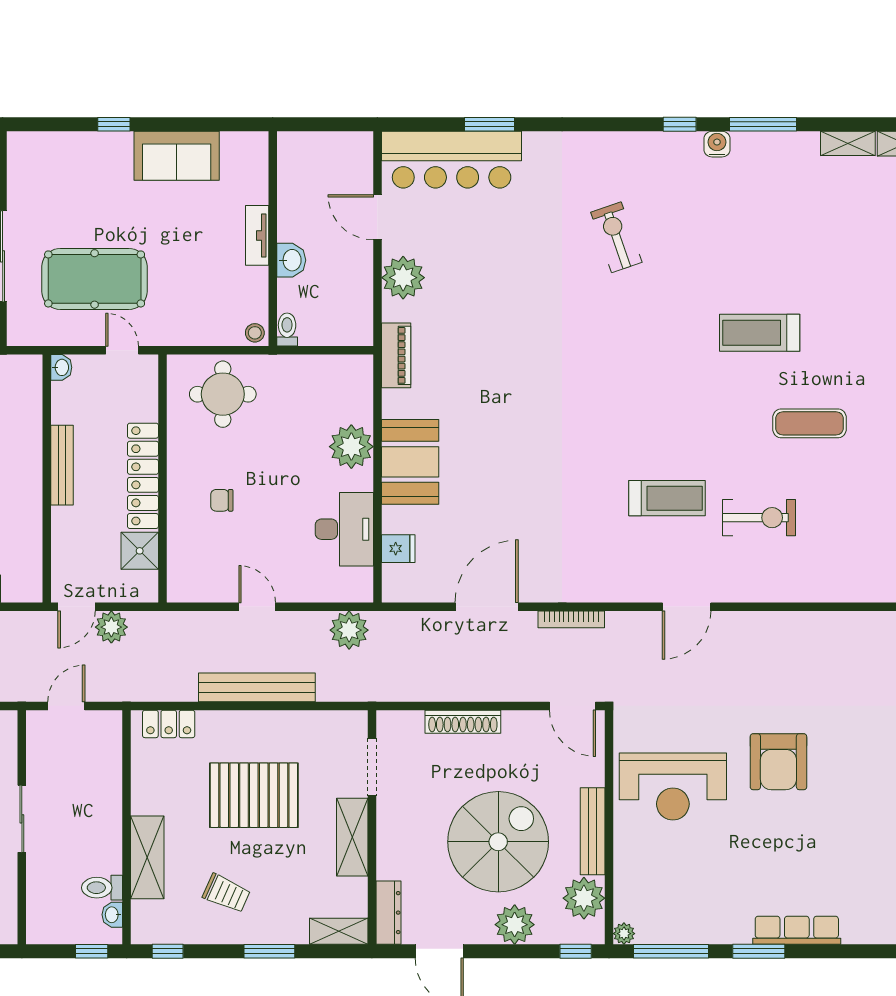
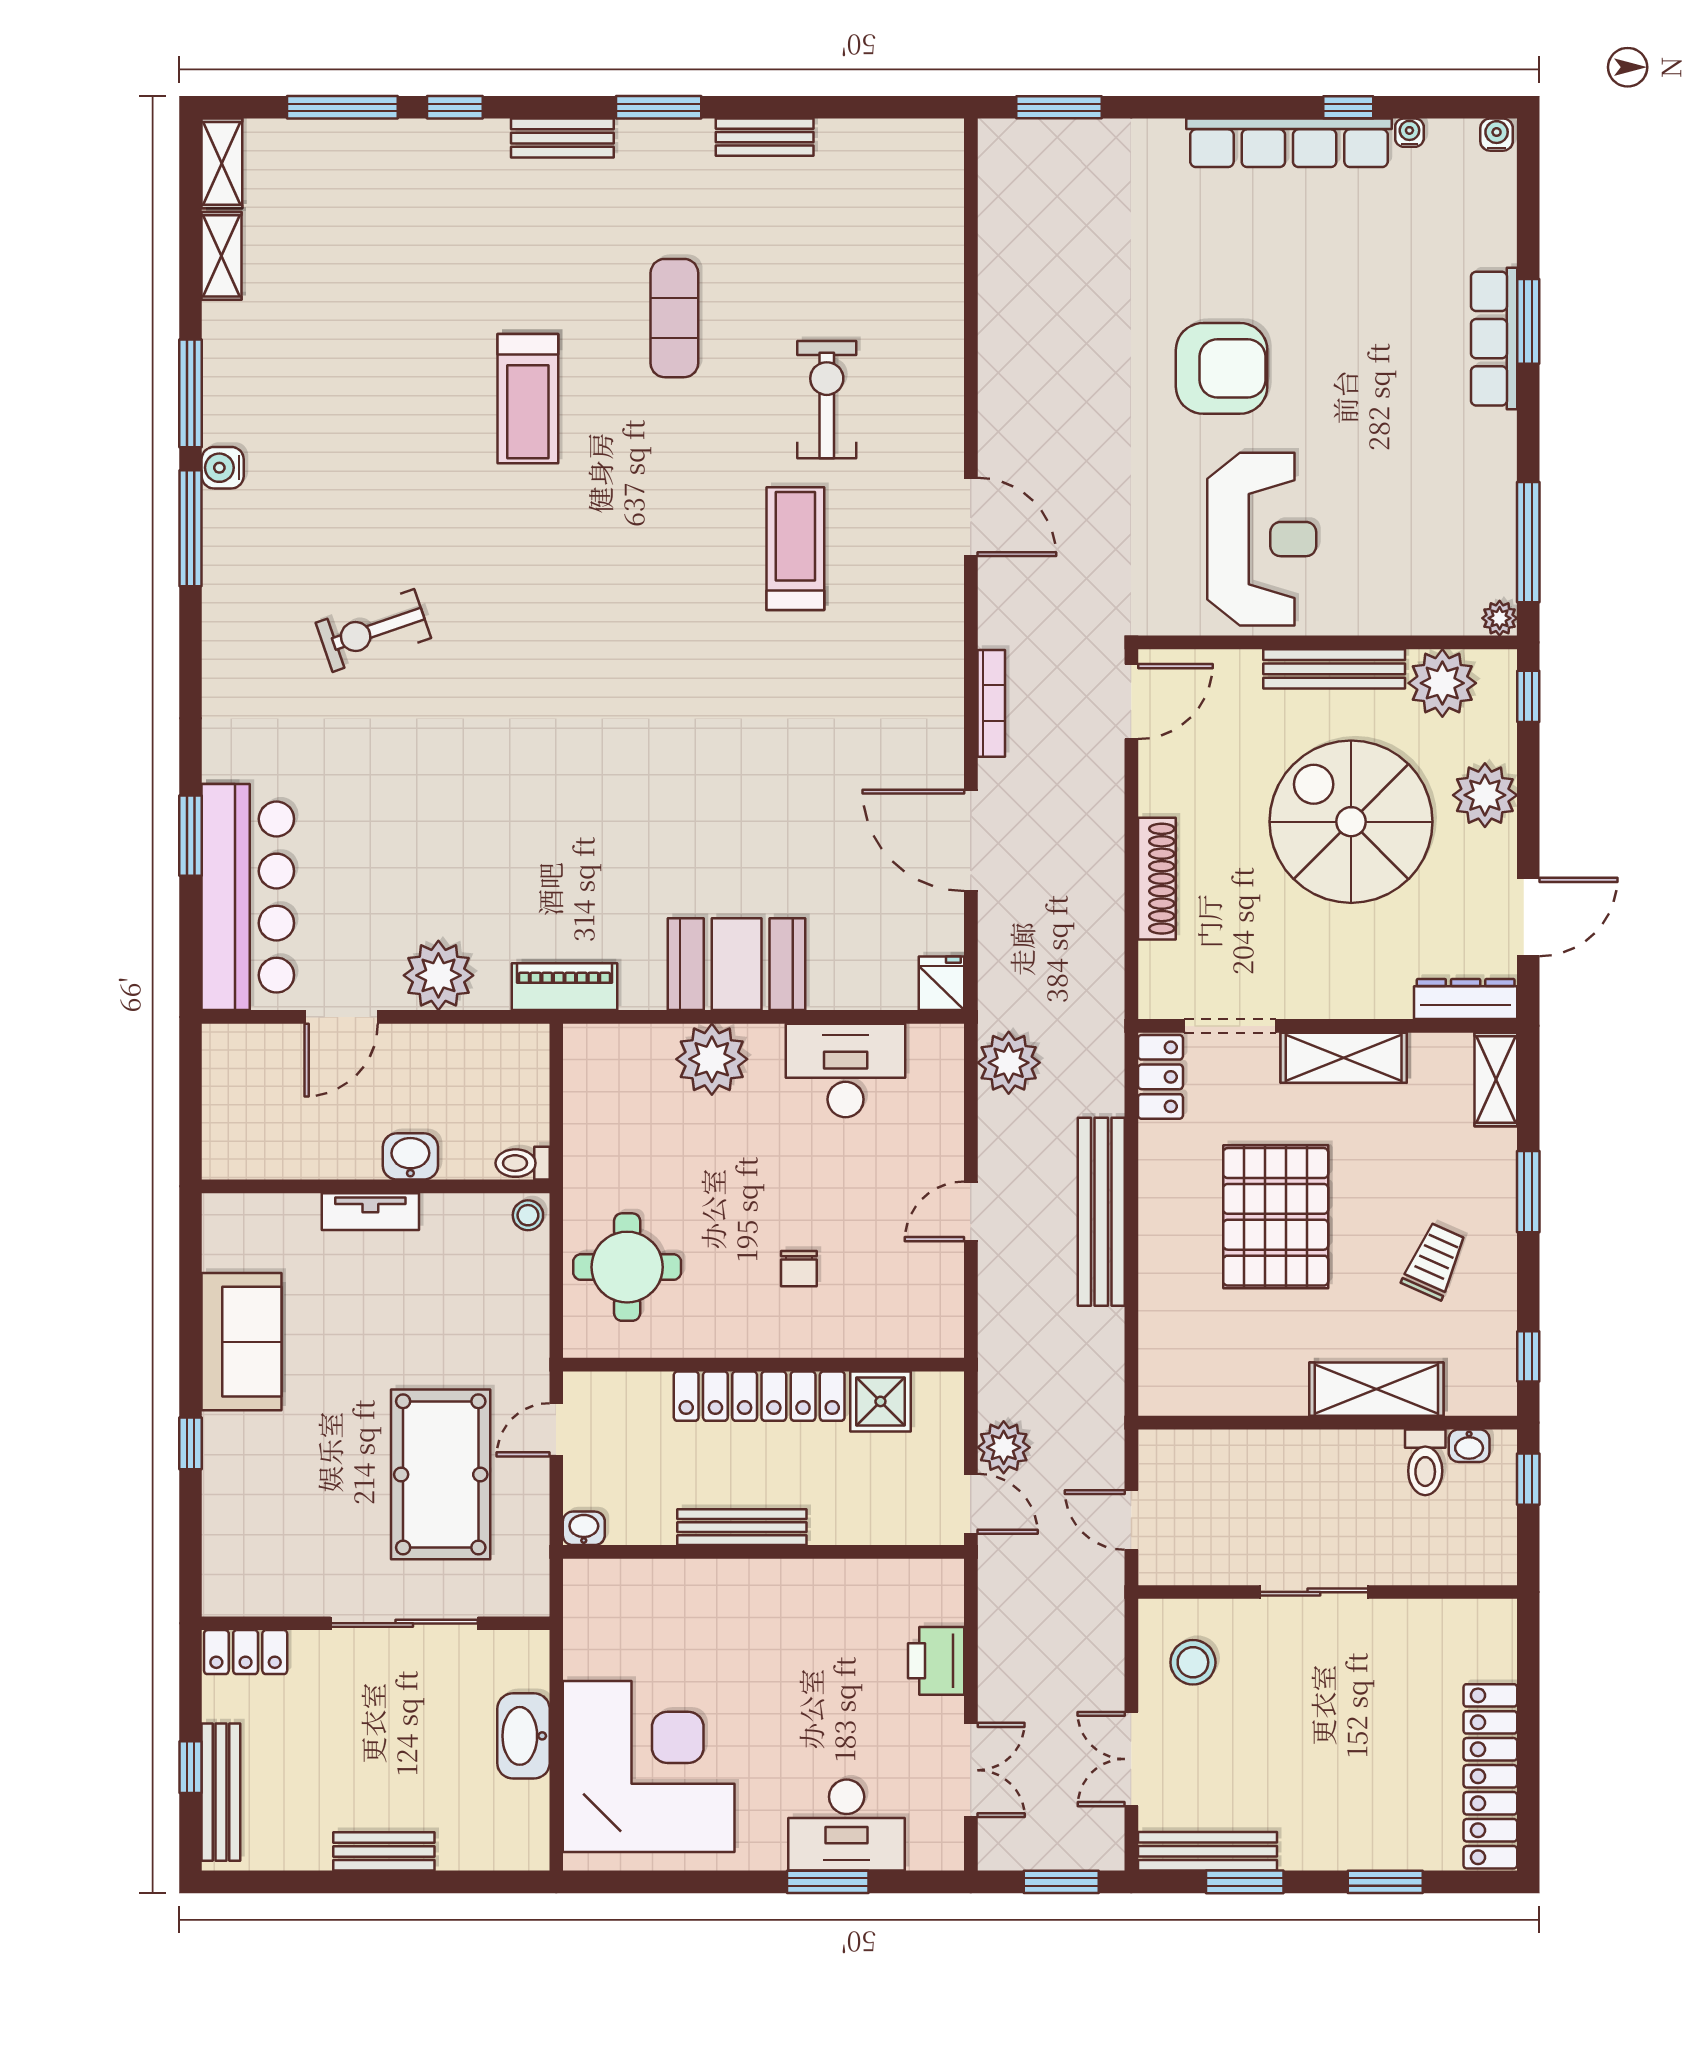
window: (680, 124) -> (191, 528), width x2.17
fridge: (398, 549) -> (942, 983), moved
locker: (169, 724) -> (1160, 1077), moved
window: (759, 951) -> (1528, 321), moved

